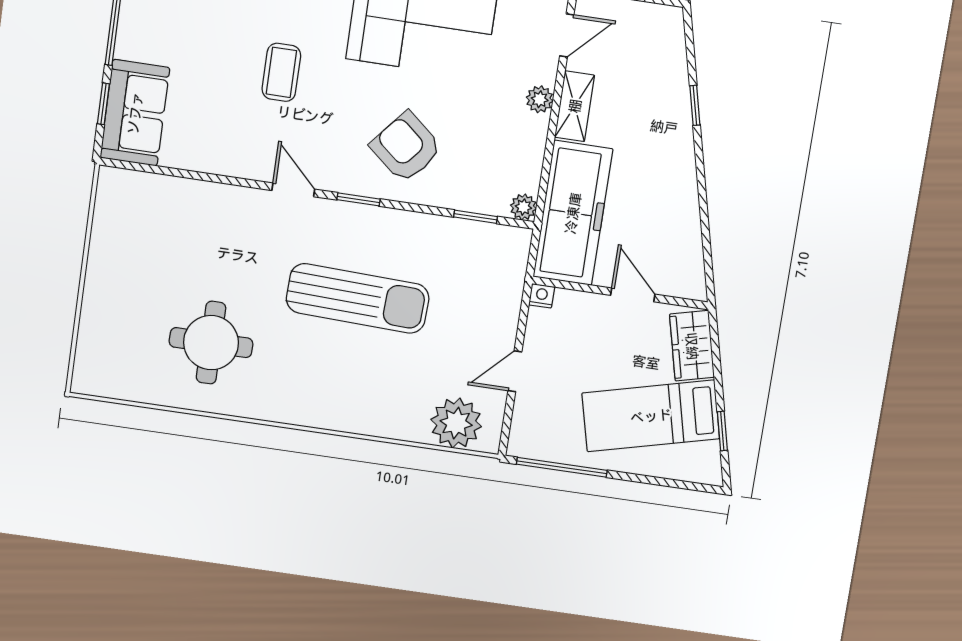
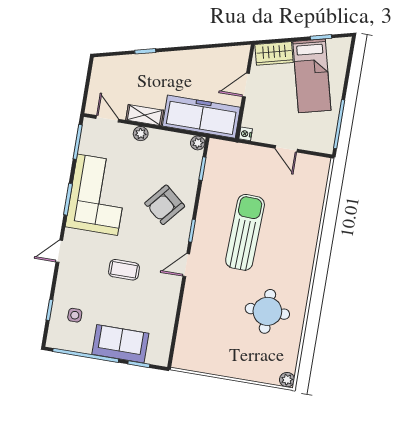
sofa: (135, 113) -> (120, 344), moved
plant: (456, 423) -> (287, 380), moved, width x0.53, depth x0.53

